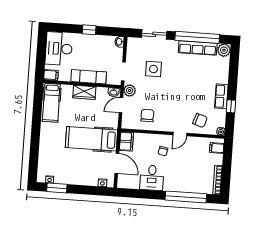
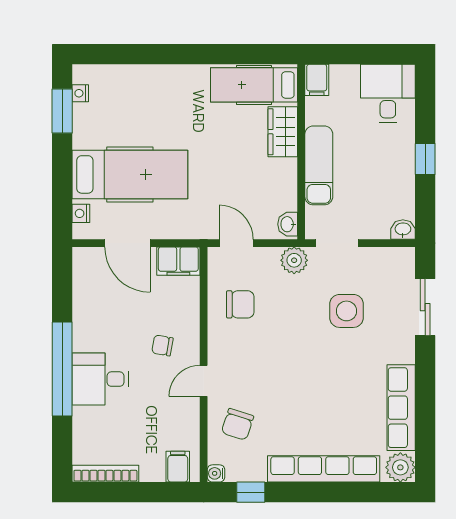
window: (197, 37) -> (425, 405), removed
desk: (59, 49) -> (388, 93), width x0.73
wardrobe: (84, 92) -> (283, 132), moved
row of seats: (221, 96) -> (324, 469), width x2.02
door: (121, 105) -> (236, 243), moved
window: (231, 106) -> (251, 492), moved
door: (180, 134) -> (204, 381), hinge flipped
hospital bed: (91, 139) -> (130, 174), moved, turned 90
door: (117, 163) -> (127, 243), hinge flipped
desk: (152, 178) -> (100, 379), moved
window: (186, 197) -> (62, 369), moved

